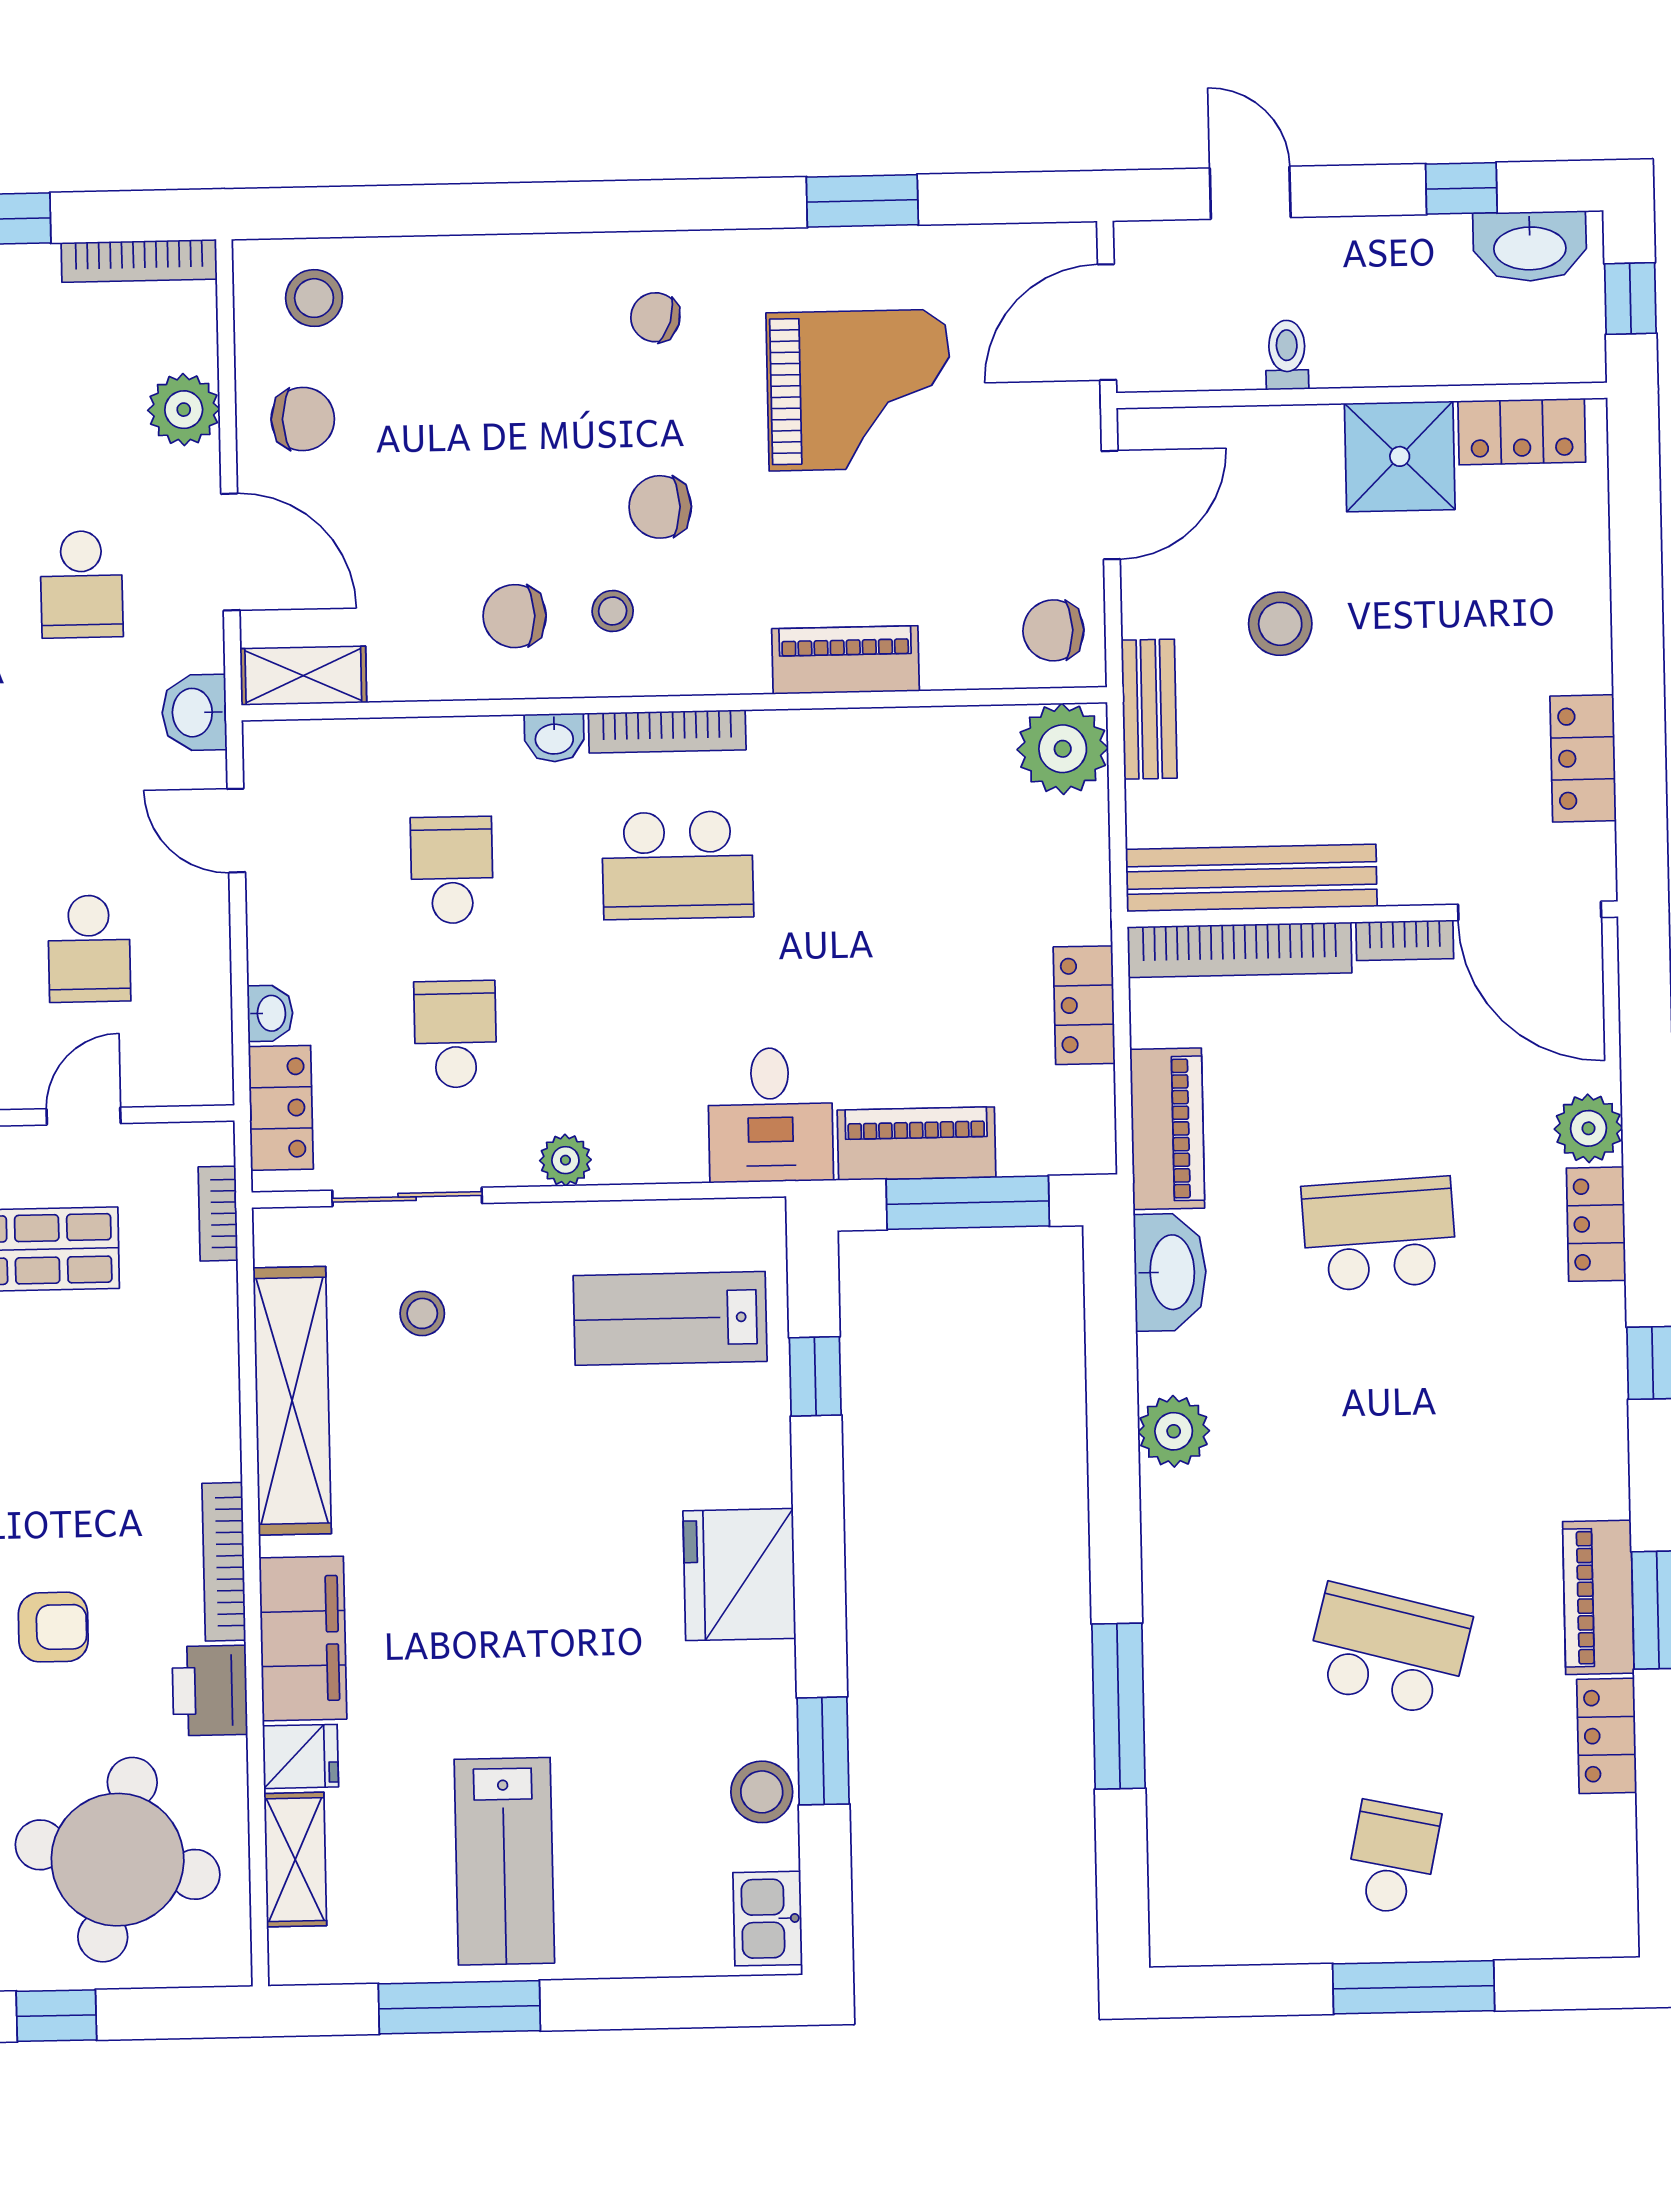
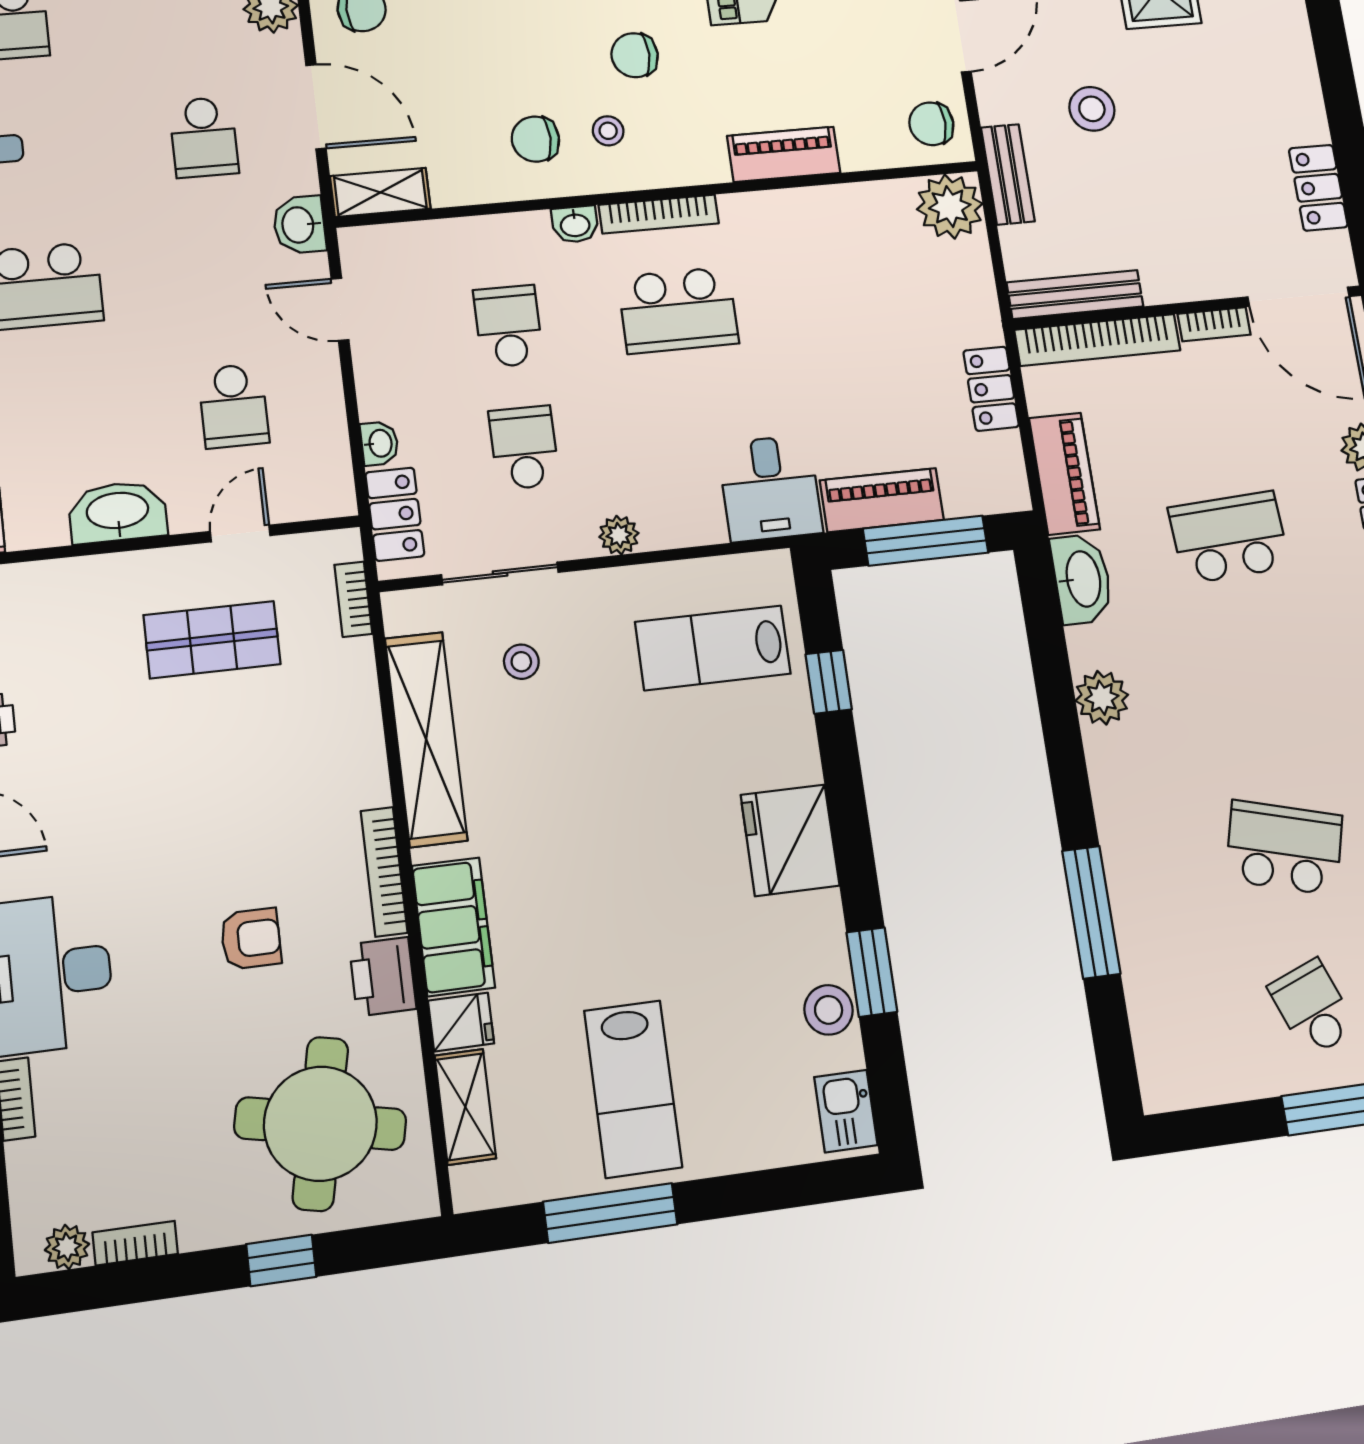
bench: (1251, 878) -> (1075, 294), width x0.73, depth x0.82
school desk: (1392, 1858) -> (1313, 1008), turned -33

